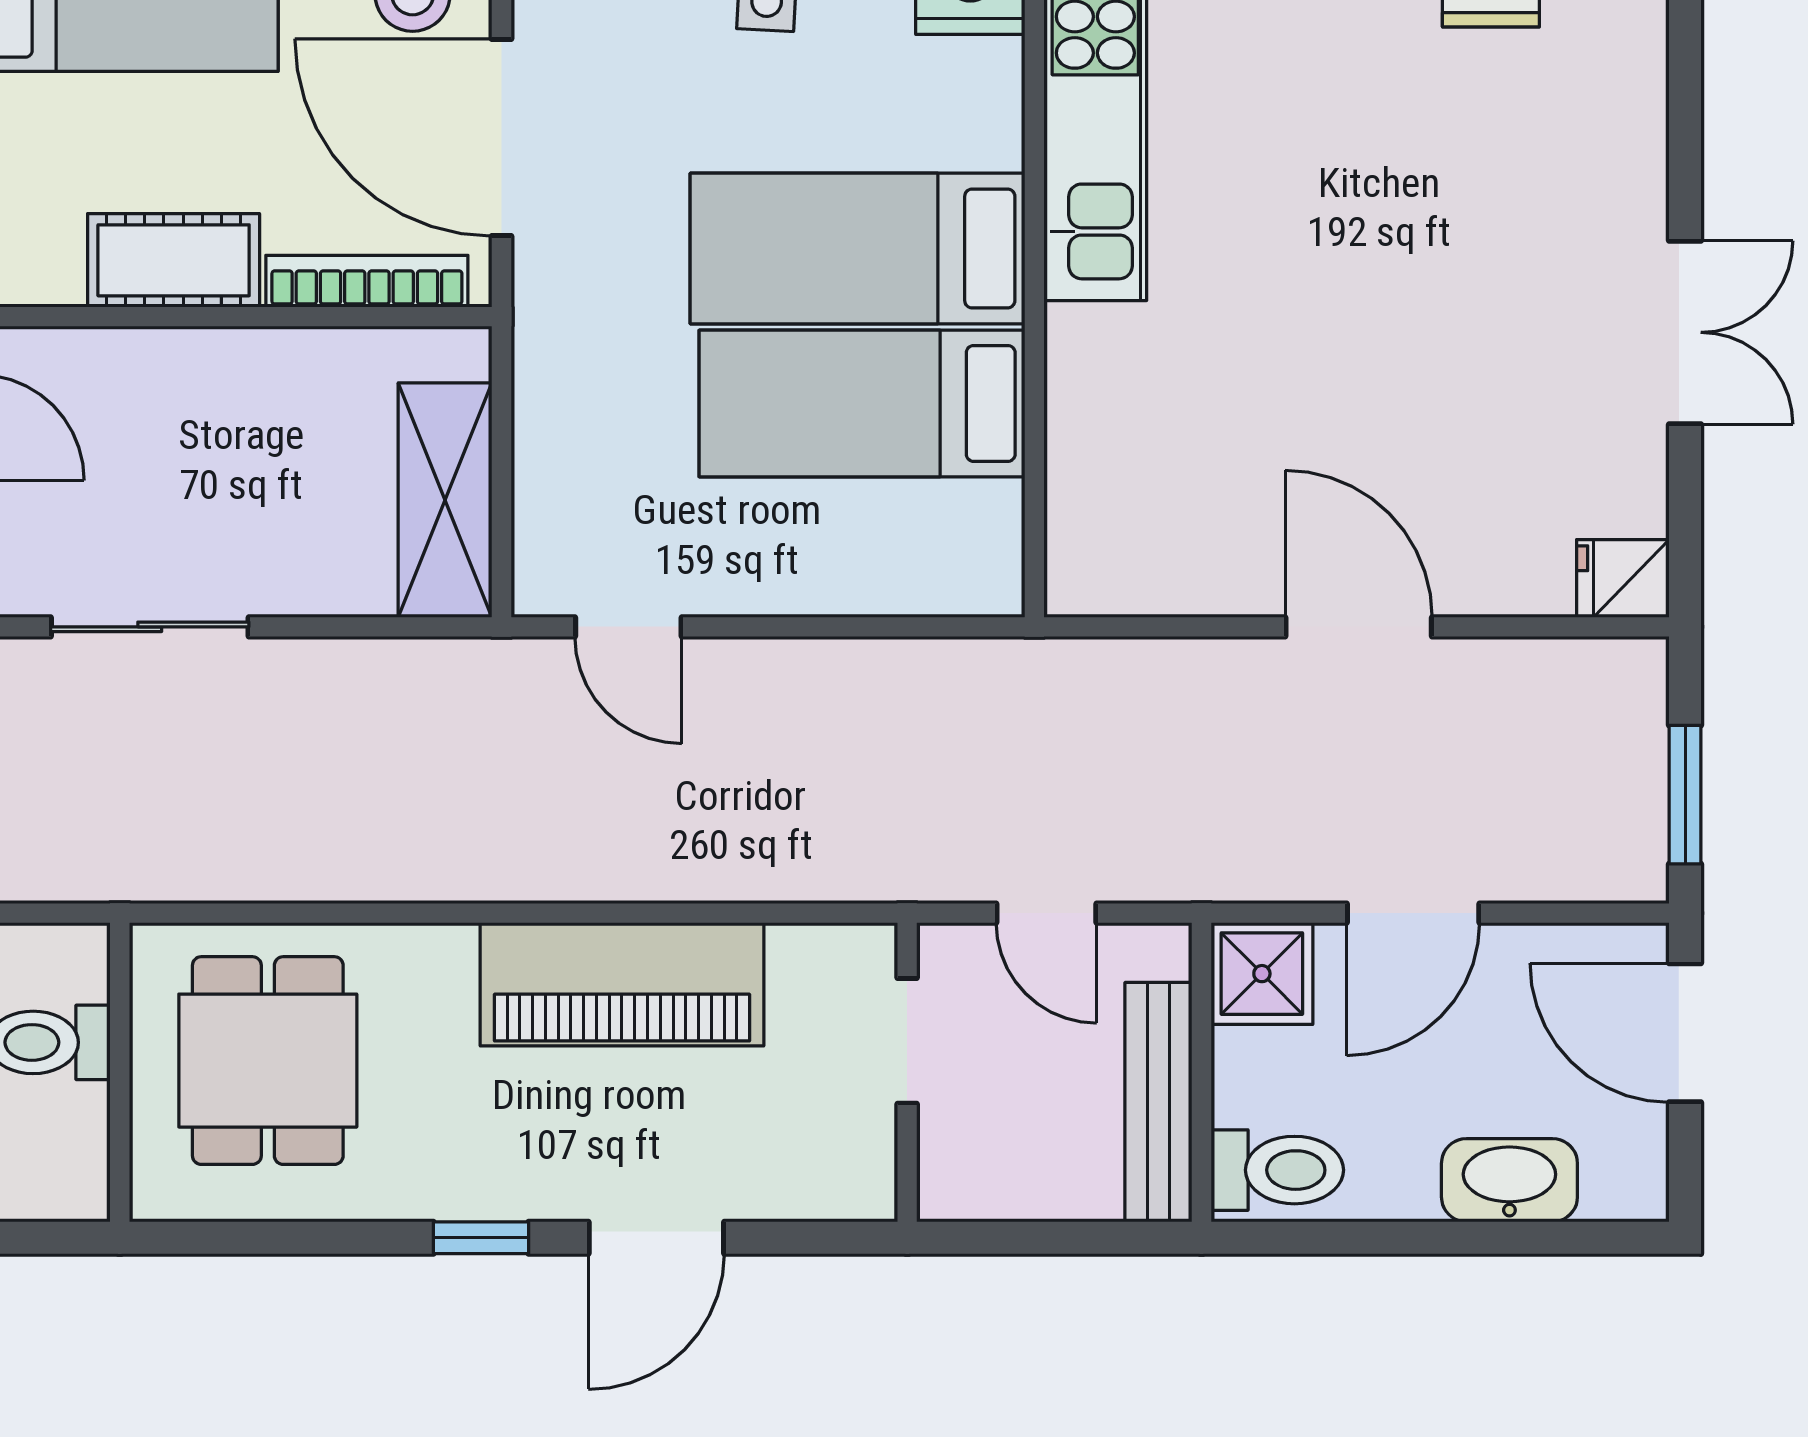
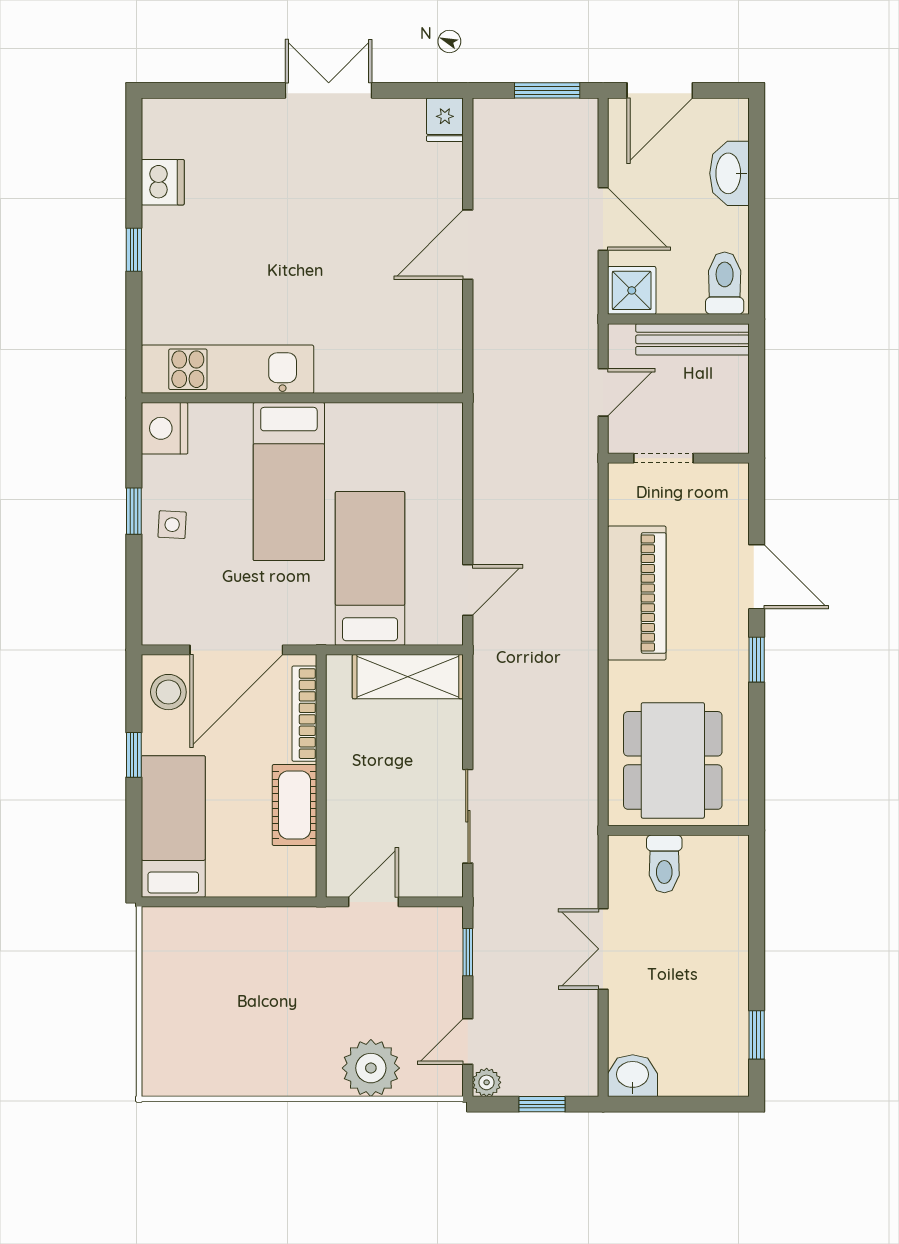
bed: (862, 403) -> (370, 568), moved, turned 180
dining table: (268, 1061) -> (673, 760), width x1.37

